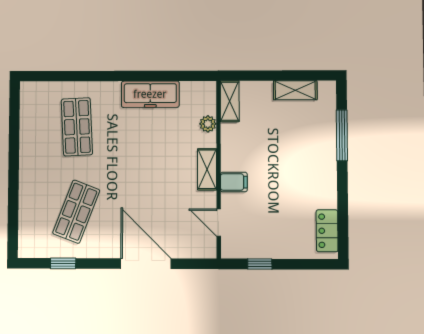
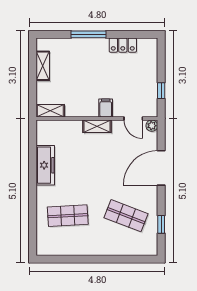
plant: (208, 124) -> (152, 126), moved
window: (342, 135) -> (89, 34), moved
door: (219, 223) -> (133, 118), hinge flipped
locker: (327, 231) -> (123, 45), moved

